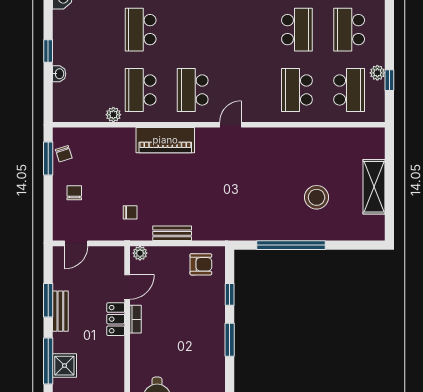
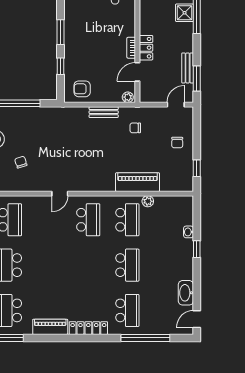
piano: (165, 140) -> (138, 182), moved
chair: (64, 154) -> (21, 162), moved
window: (48, 158) -> (197, 168), width x0.67
window: (48, 300) -> (197, 79), moved
bench: (60, 311) -> (188, 68), moved

